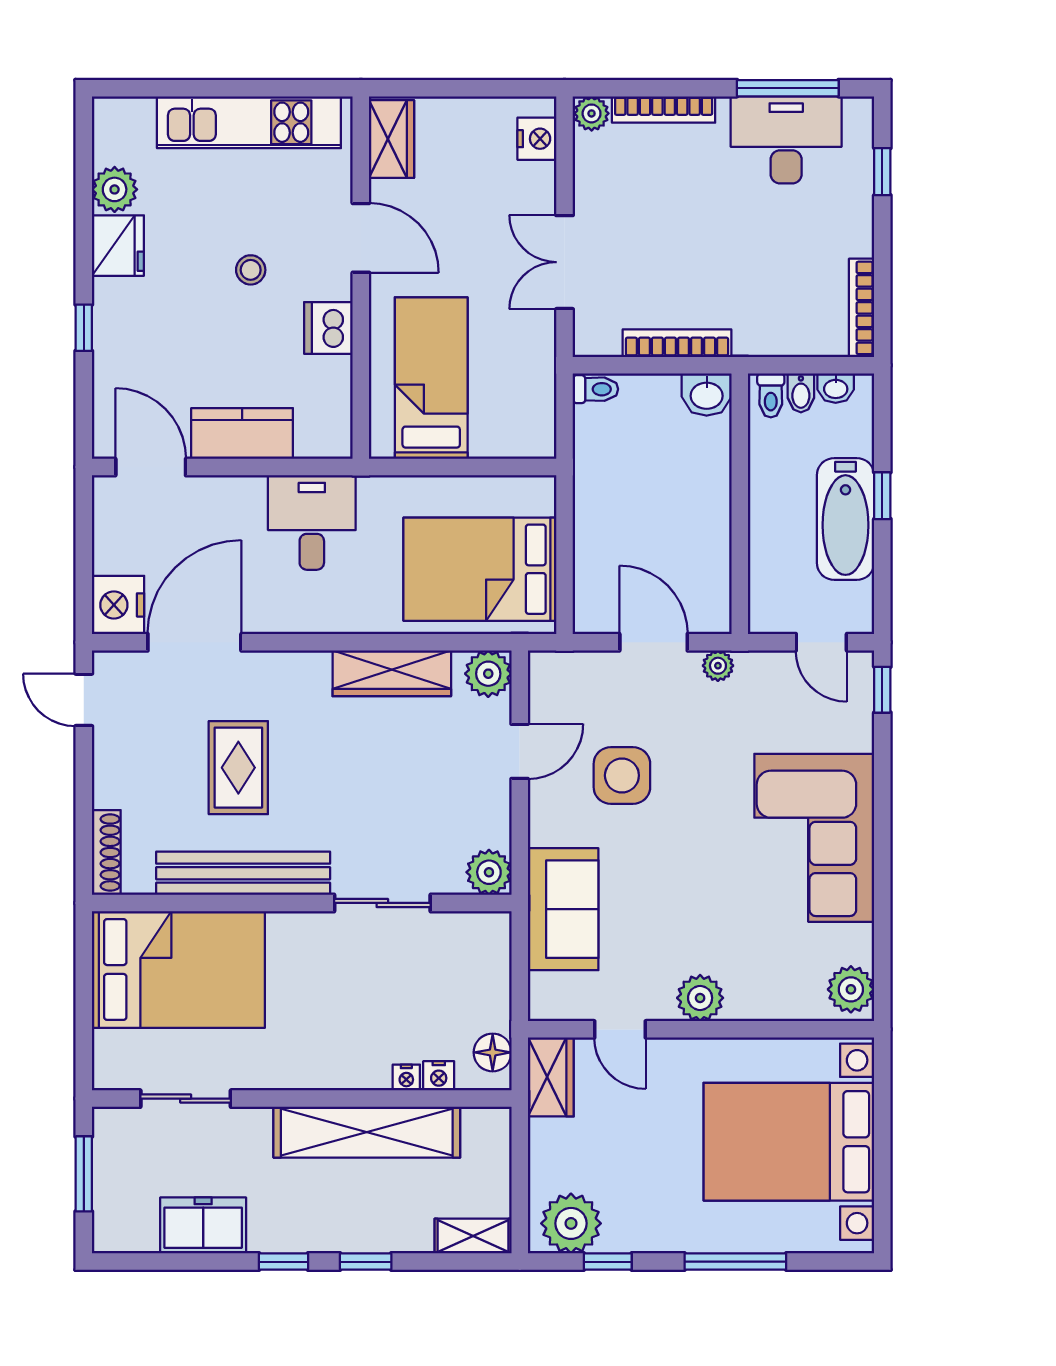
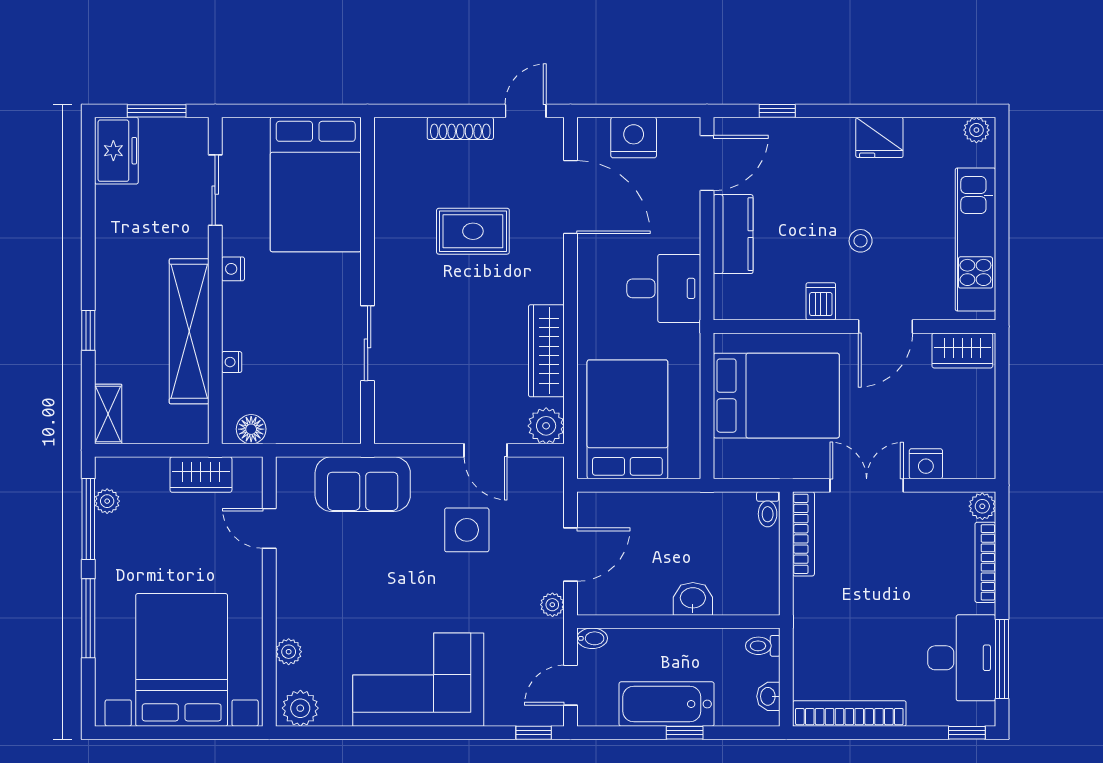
nightstand: (537, 139) -> (926, 464), moved
window: (882, 172) -> (967, 733), moved
plant: (115, 189) -> (976, 130), moved, width x0.73, depth x0.73
bookcase: (862, 308) -> (849, 713), width x1.48, depth x1.31
window: (84, 328) -> (777, 111), moved
dishwasher: (328, 328) -> (821, 301), width x0.73
bookcase: (677, 343) -> (803, 534), moved
bed: (431, 378) -> (776, 396), width x1.50
bidet: (801, 393) -> (592, 638), moved, turned 180
washbasin: (707, 394) -> (693, 599), moved, turned 90
nightstand: (118, 605) -> (634, 138), moved
shoe rack: (106, 852) -> (460, 128), moved
plant: (489, 872) -> (391, 426), removed
bench: (243, 873) -> (391, 235), removed
plant: (700, 998) -> (289, 652), moved, width x0.73, depth x0.73
door: (620, 1029) -> (269, 528), hinge flipped
nightstand: (439, 1076) -> (233, 269), moved
wardrobe: (551, 1077) -> (201, 475), moved
plant: (571, 1223) -> (107, 501), width x0.53, depth x0.53
freezer: (203, 1225) -> (116, 151), moved
window: (283, 1262) -> (88, 266), removed
window: (608, 1262) -> (88, 519), width x2.17

